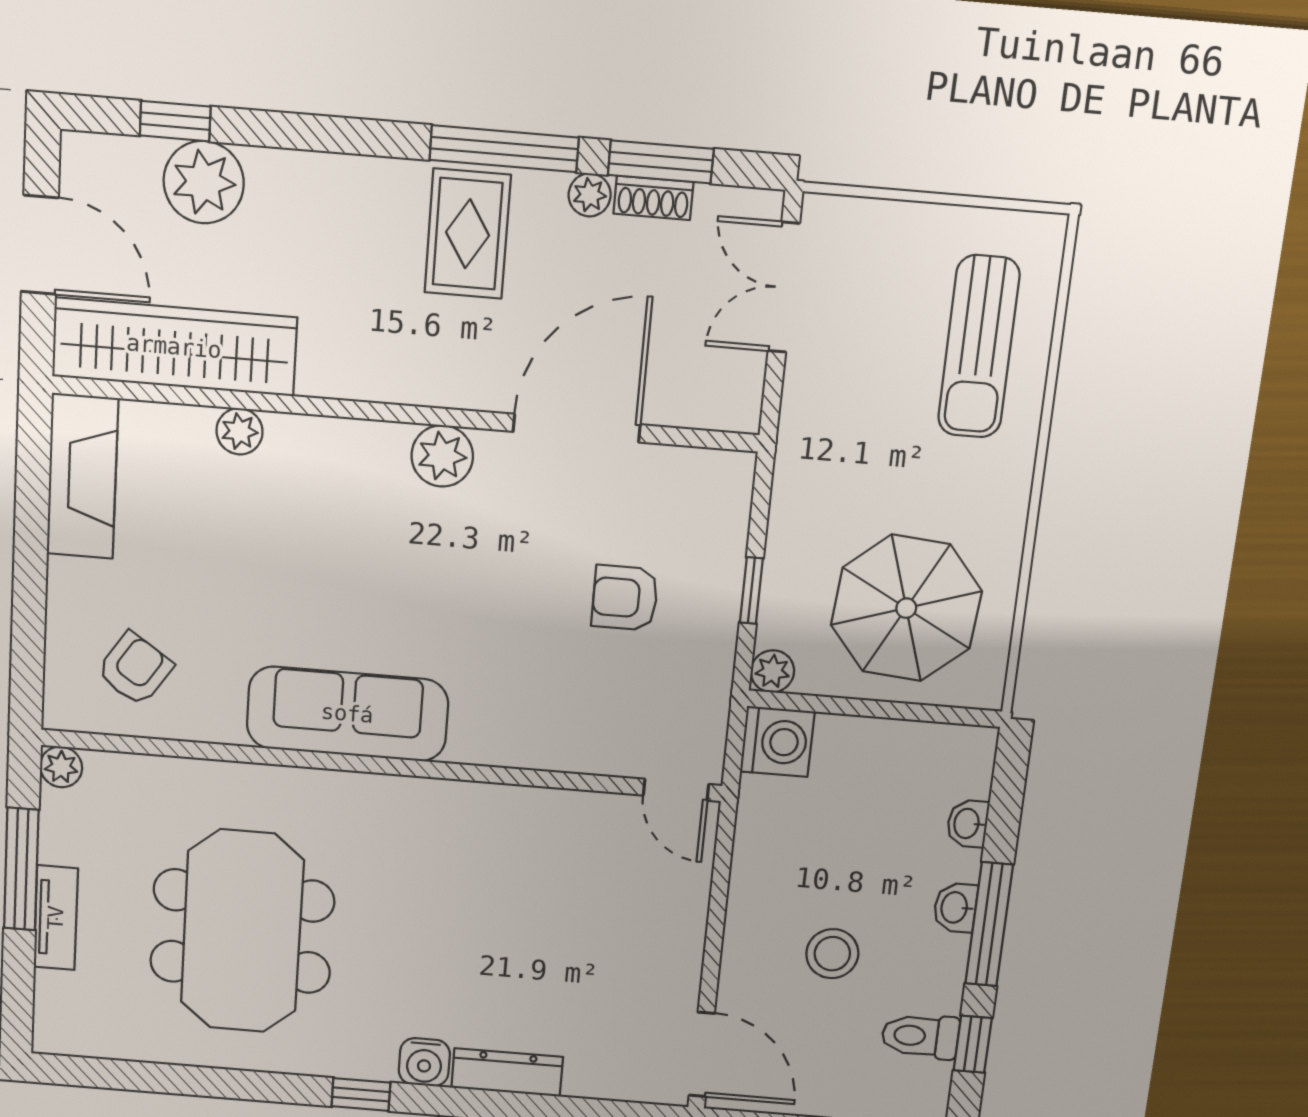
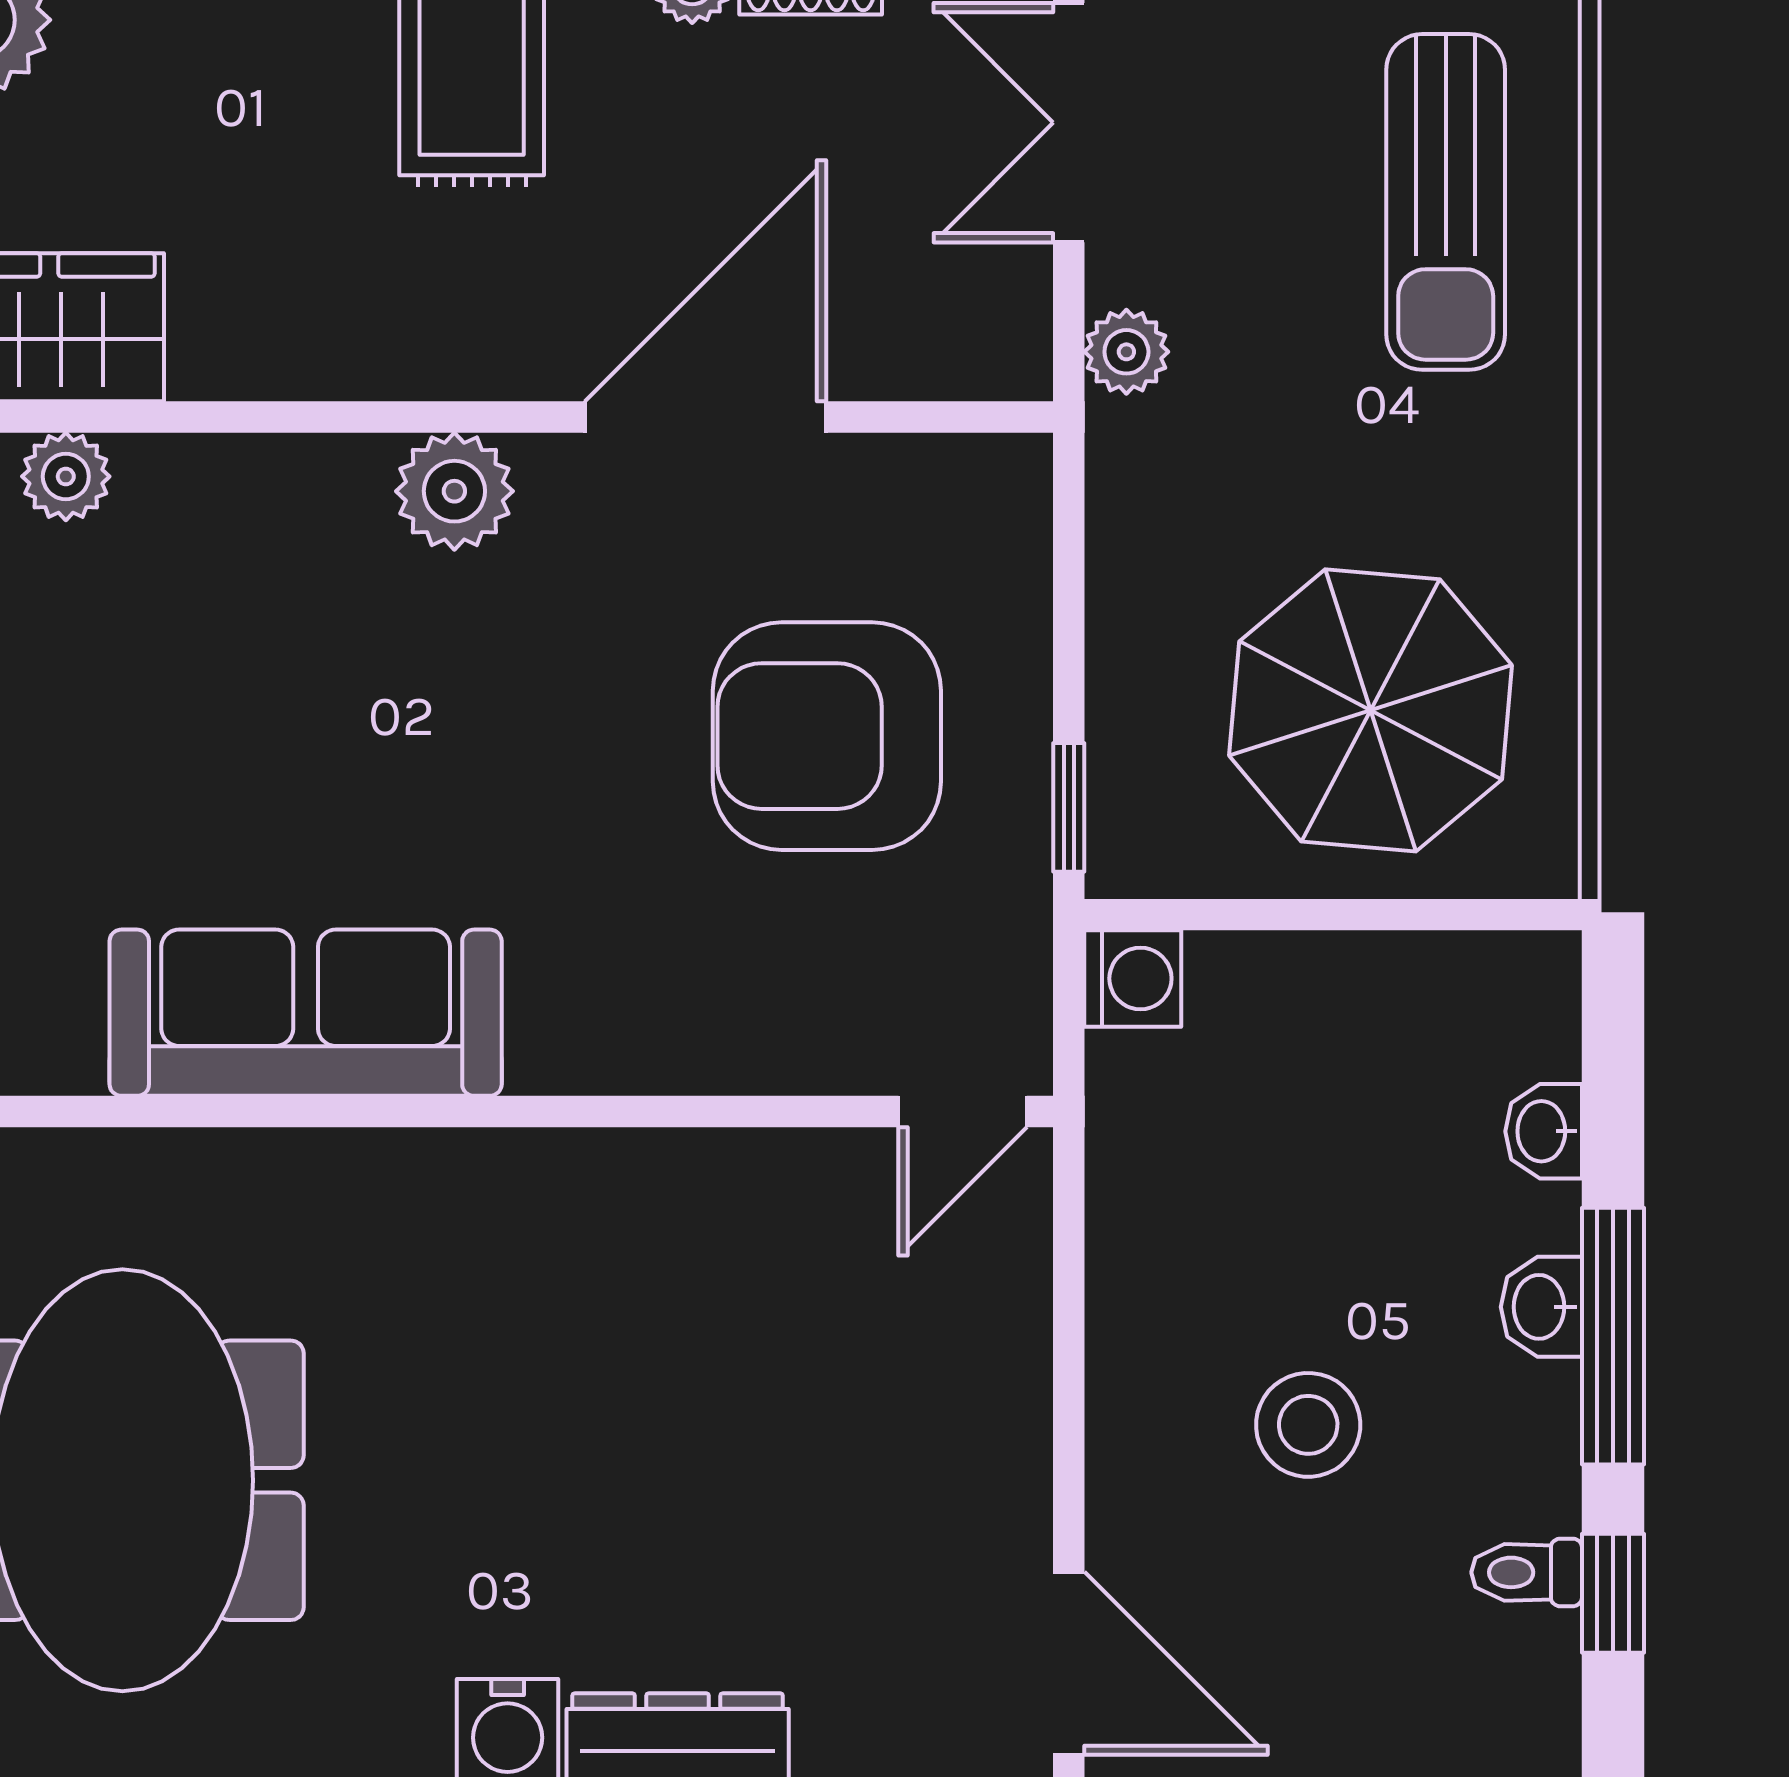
window: (751, 590) -> (1069, 807), moved
armchair: (625, 598) -> (827, 736), width x1.88, depth x1.88
plant: (772, 671) -> (1126, 352), moved
washing machine: (777, 742) -> (1133, 978), width x0.73, depth x0.73
door: (676, 790) -> (963, 1112), hinge flipped
toilet: (920, 1036) -> (1527, 1572), width x0.73, depth x0.72

